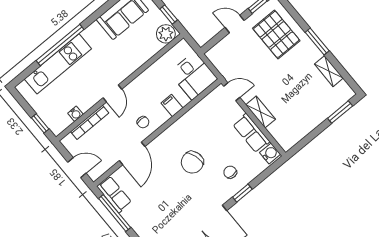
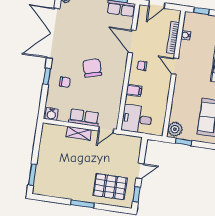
shelving: (329, 71) -> (60, 193), removed
row of seats: (251, 133) -> (84, 118), moved

